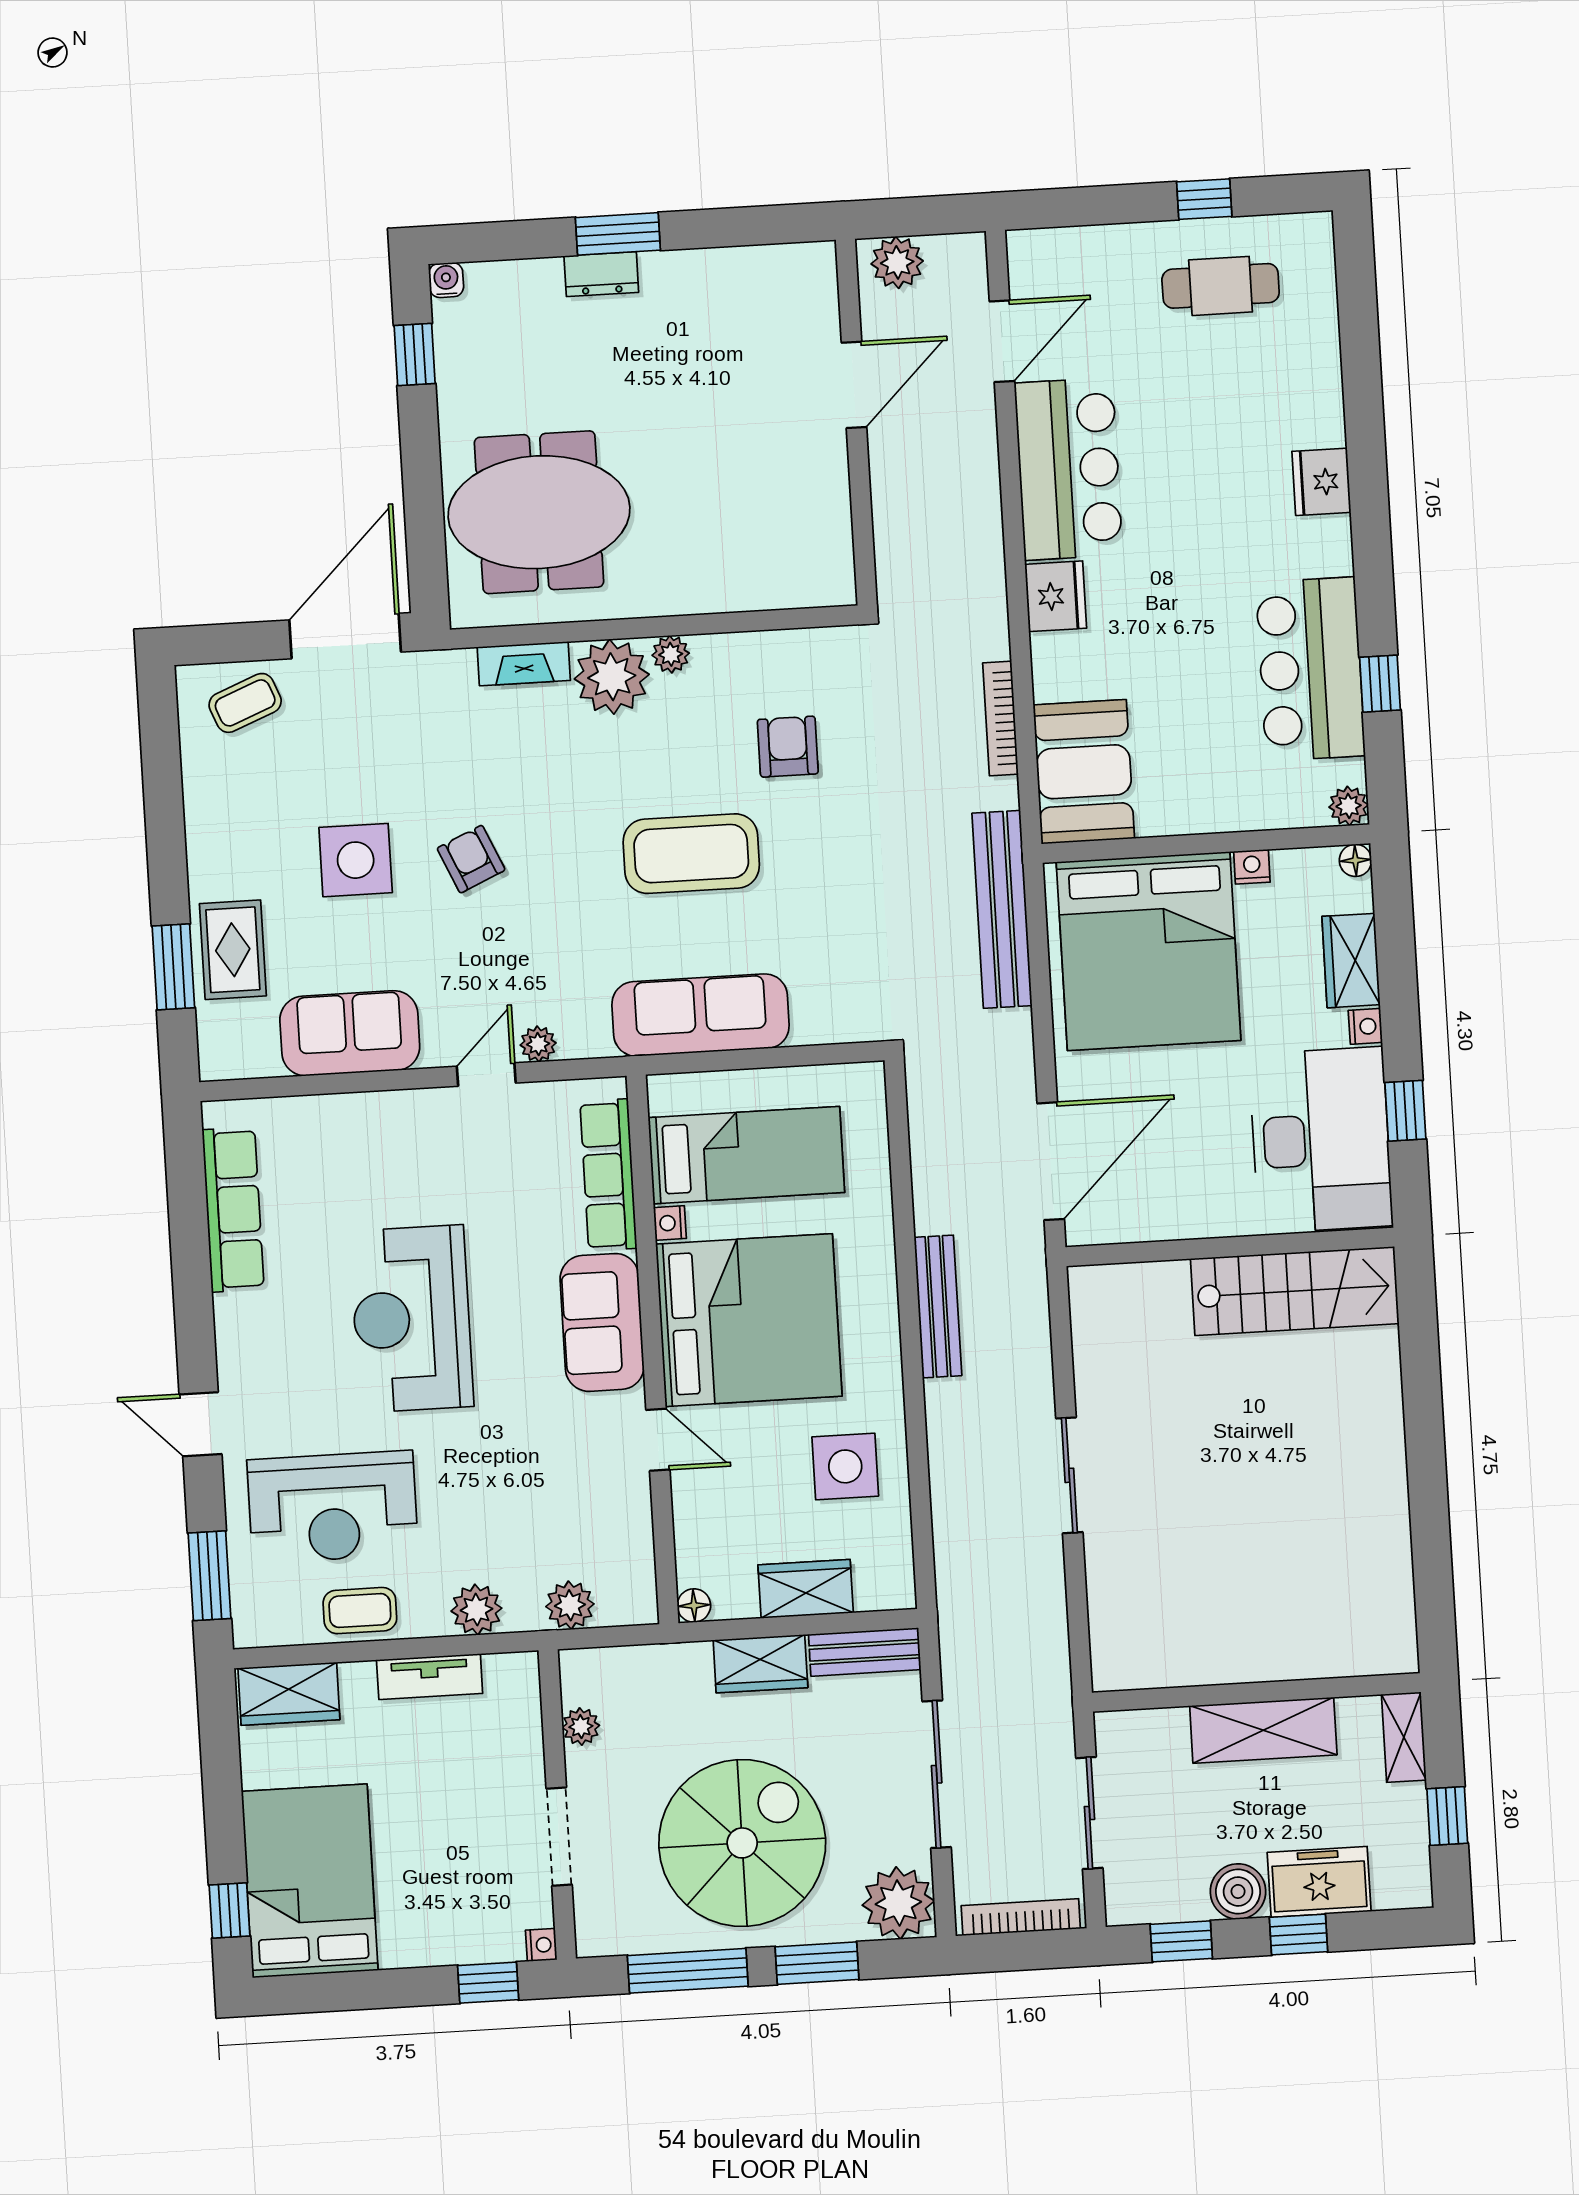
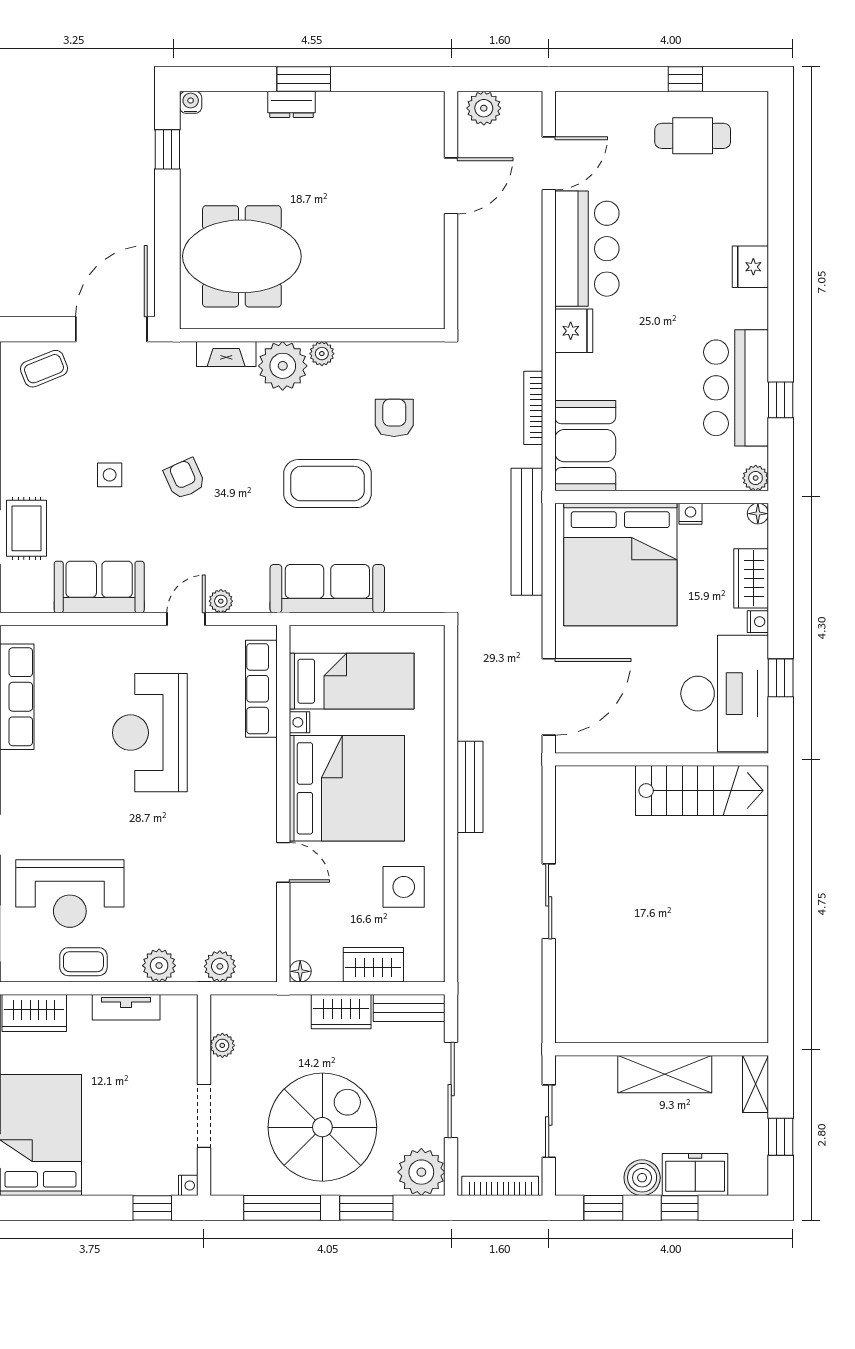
side table: (356, 860) -> (110, 475), width x0.54, depth x0.54
reception desk: (412, 1319) -> (150, 733), moved
sofa: (602, 1322) -> (252, 784), removed

